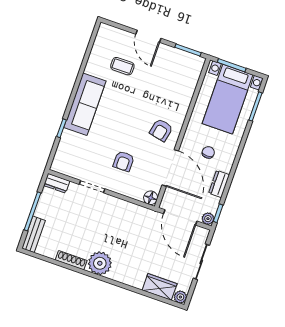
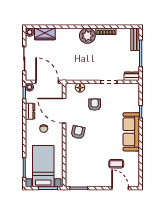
door: (148, 36) -> (120, 188), moved
floor lamp: (151, 198) -> (80, 88), moved

